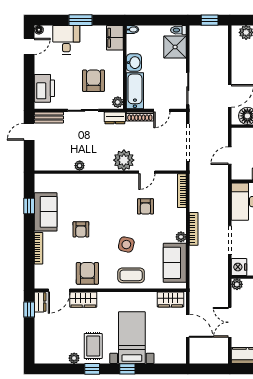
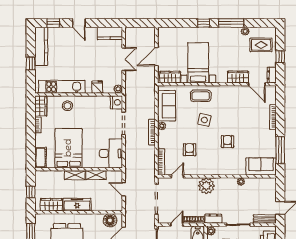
door: (230, 156) -> (124, 189), swing flipped
door: (147, 172) -> (177, 176), moved
window: (29, 206) -> (280, 150), width x2.17
sofa: (46, 212) -> (261, 166), moved, turned 90
armchair: (81, 229) -> (227, 142), moved
armchair: (87, 273) -> (235, 97), removed
door: (59, 290) -> (257, 84), swing flipped
window: (29, 309) -> (280, 57), moved
door: (188, 326) -> (156, 57), hinge flipped
bed with nightstands: (132, 338) -> (198, 63), moved, turned 180
rug: (93, 346) -> (261, 45), moved, turned 90
window: (92, 369) -> (231, 23), width x2.17

